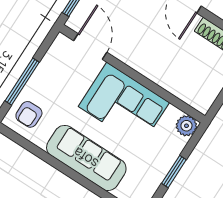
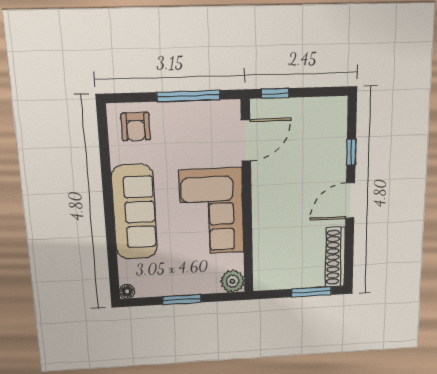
window: (22, 82) -> (188, 96), moved
armchair: (29, 114) -> (136, 127), turned -90

